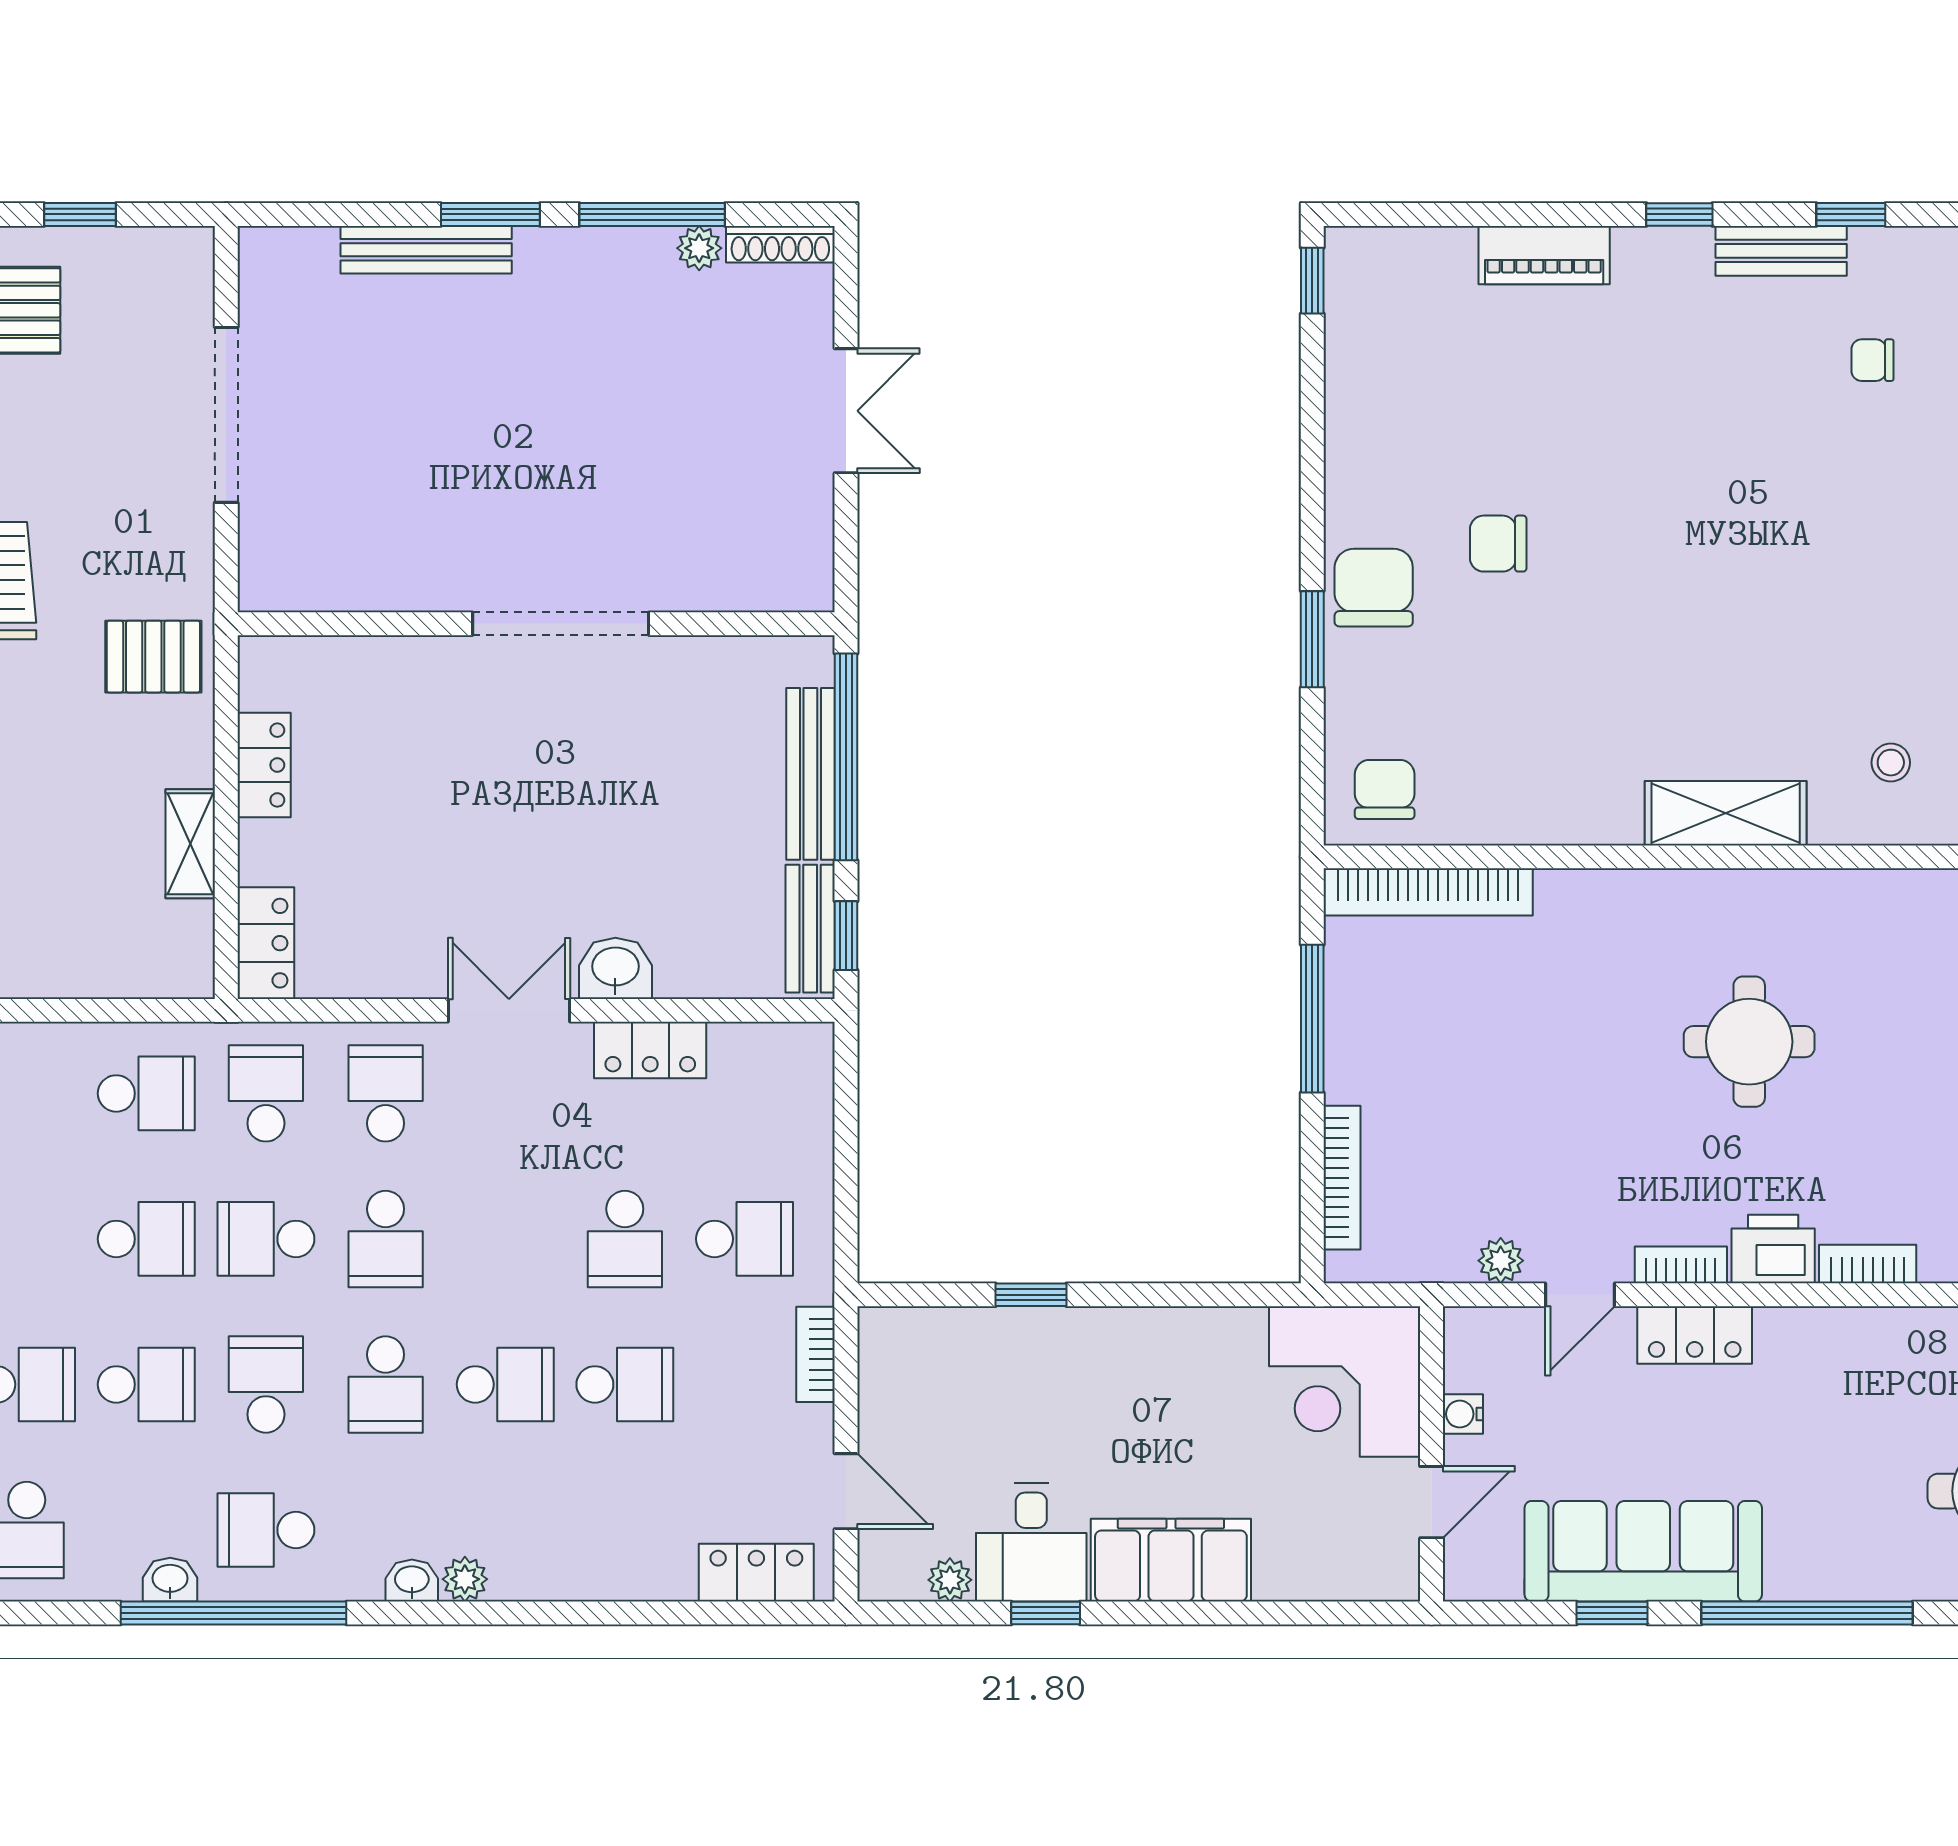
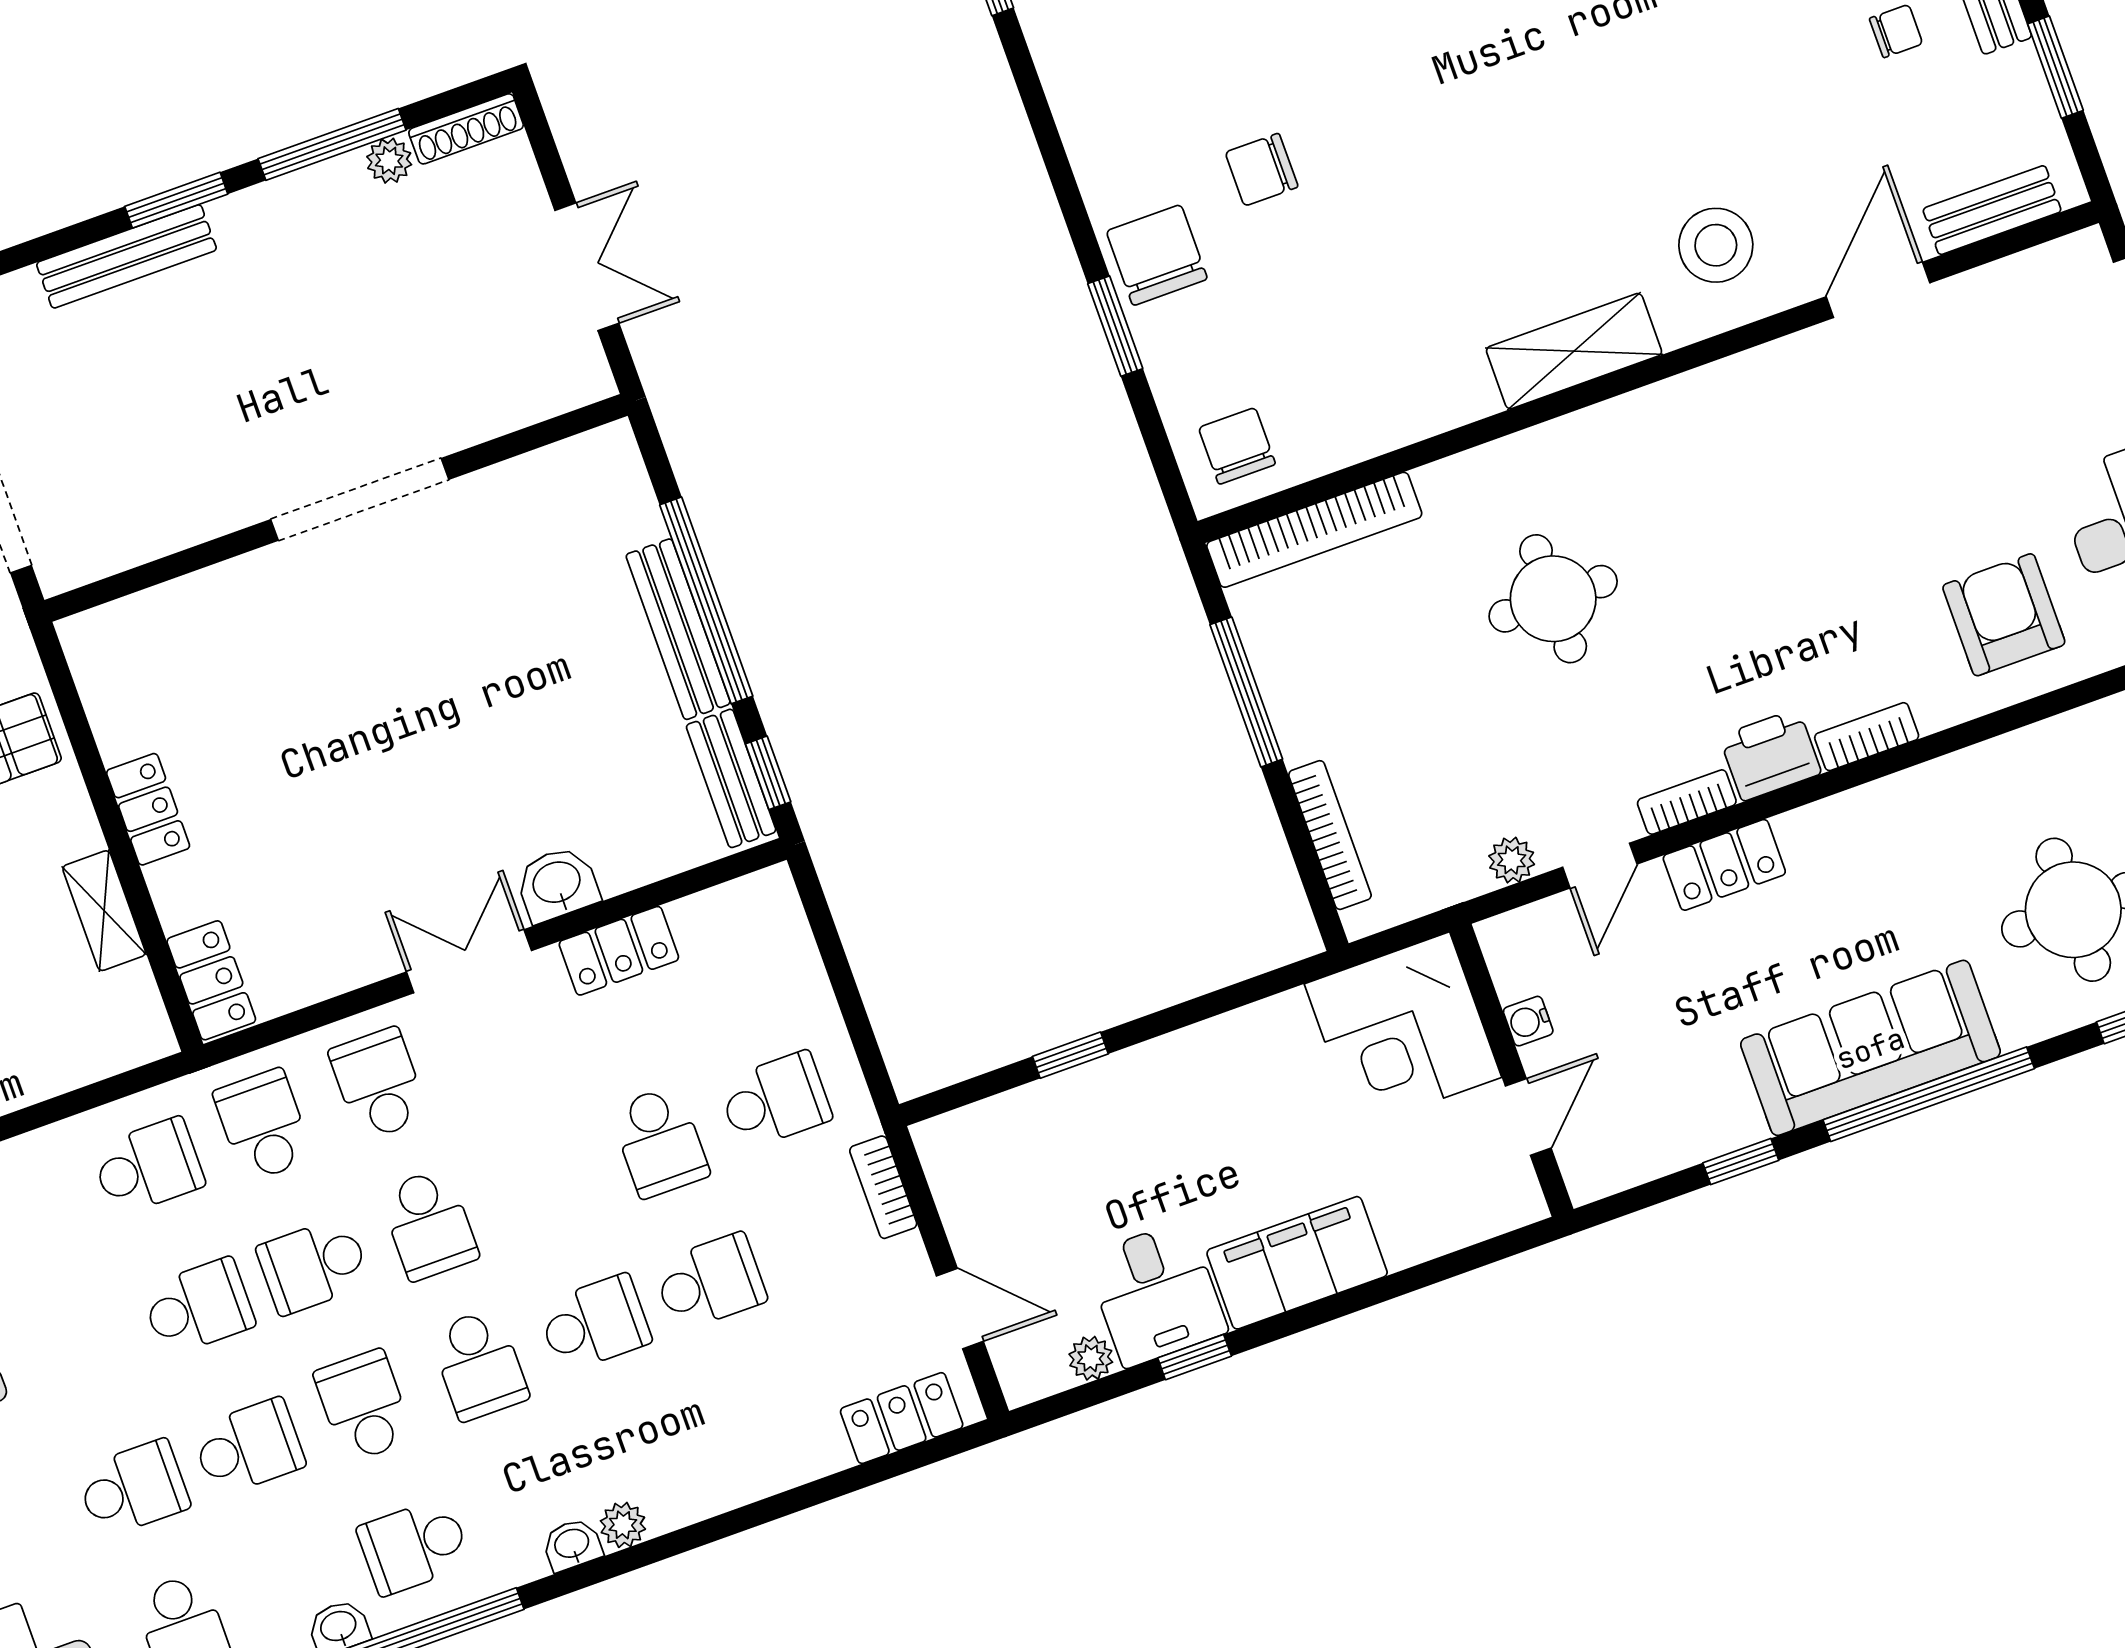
wall: (536, 624) -> (336, 508), moved
doorway: (561, 624) -> (360, 499), moved
stool: (1891, 763) -> (1716, 245), width x1.89, depth x1.89
round table: (1749, 1042) -> (1553, 599), moved
sofa: (1643, 1551) -> (1870, 1048), moved

